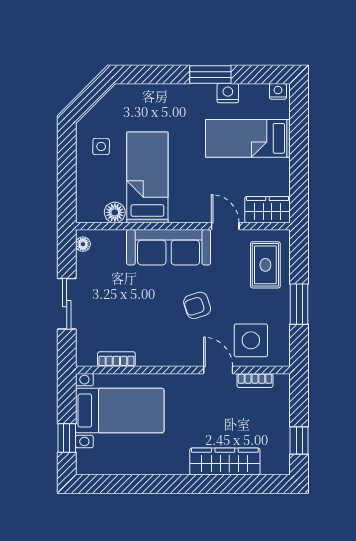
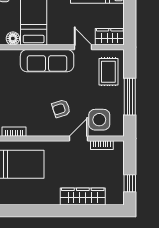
window: (299, 304) -> (130, 97), width x1.44
armchair: (197, 305) -> (61, 109), moved
door: (218, 370) -> (78, 138), hinge flipped

